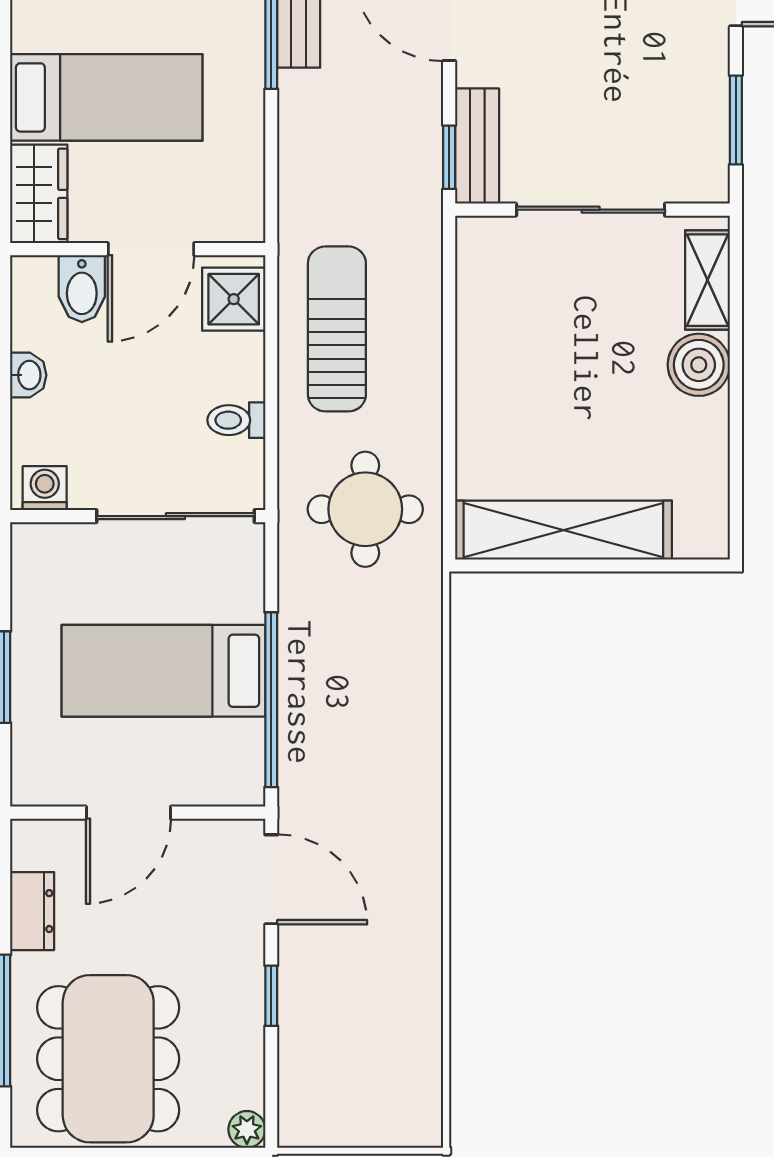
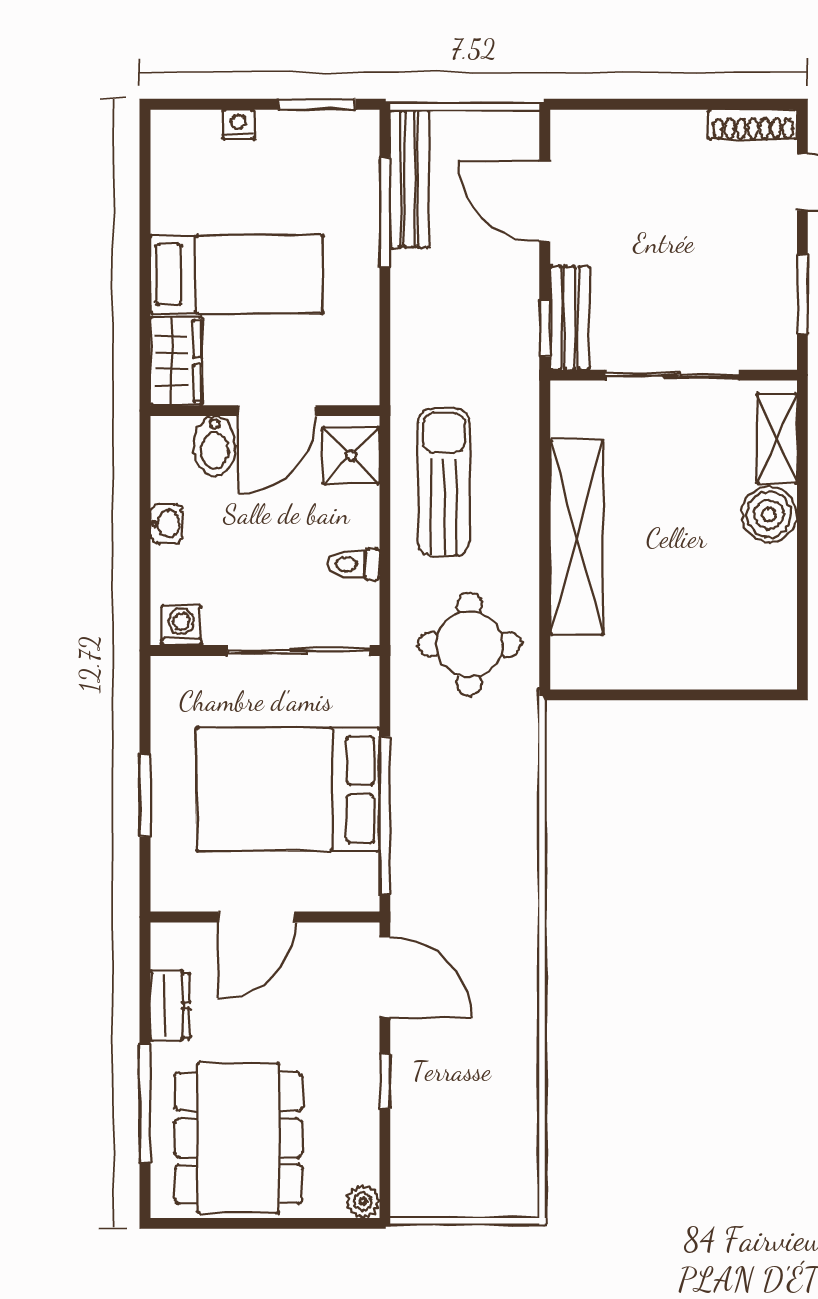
shelving: (563, 530) -> (577, 537), moved, turned 90
bed: (163, 671) -> (288, 789), width x1.50

